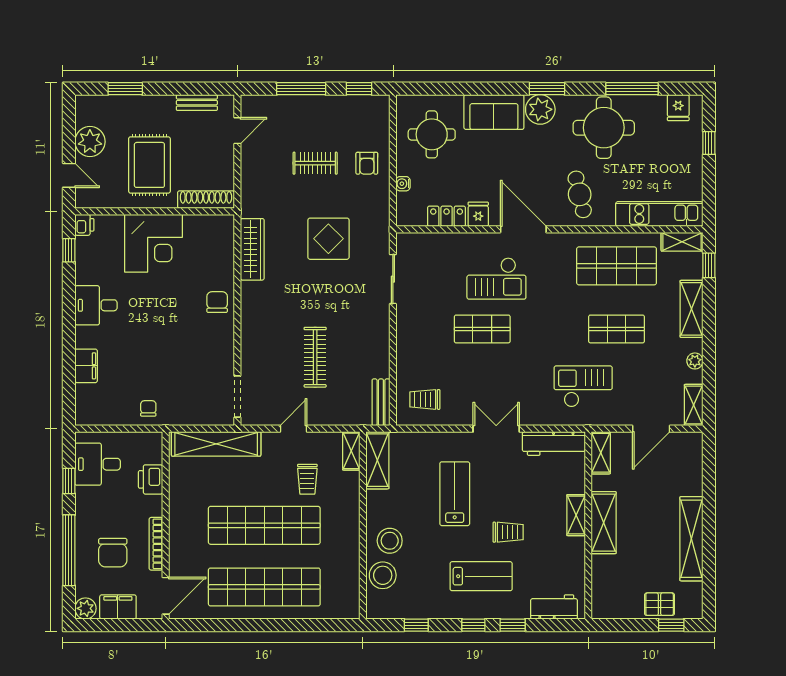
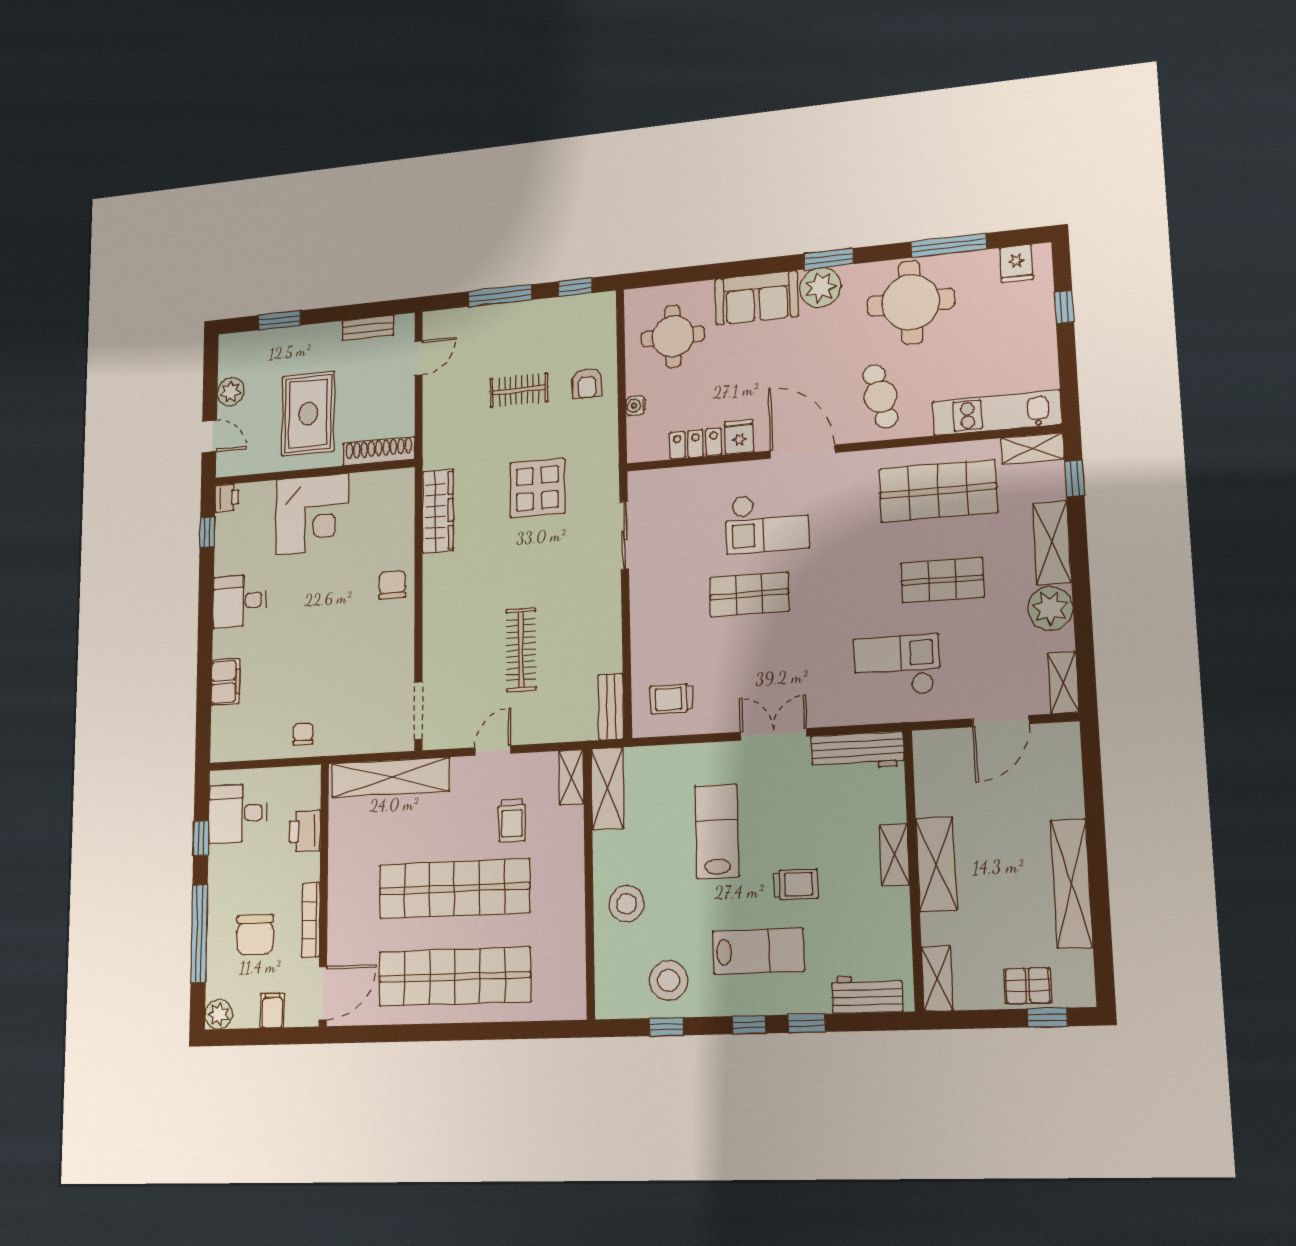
plant: (90, 142) -> (231, 392), width x0.73, depth x0.73
plant: (695, 361) -> (1050, 608), width x1.87, depth x1.87
shelving: (601, 453) -> (937, 979), moved
stool: (383, 575) -> (669, 980), moved
filing cabinet: (118, 607) -> (272, 1010), width x0.50

